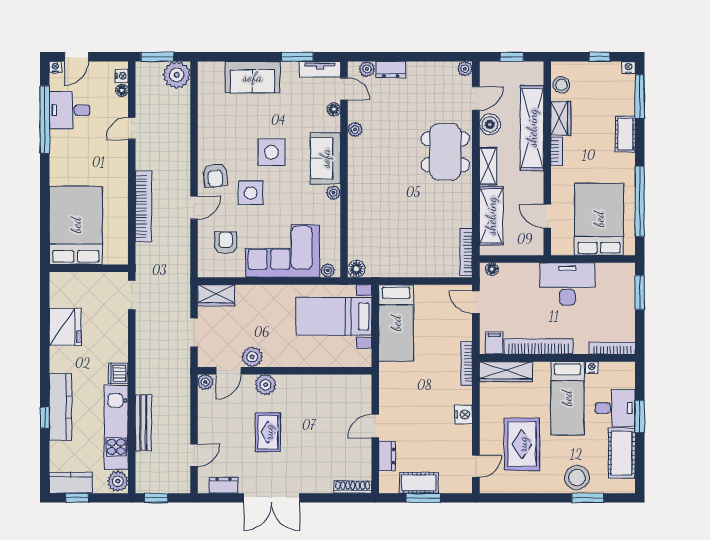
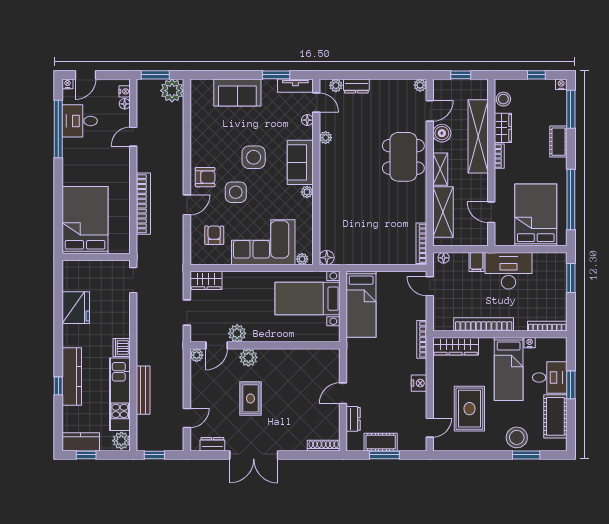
armchair: (215, 175) -> (205, 177), turned -84
filing cabinet: (494, 343) -> (476, 262), moved, turned 180

